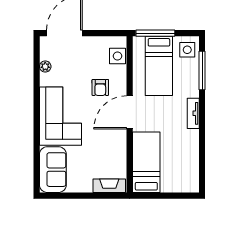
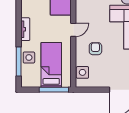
side table: (187, 50) -> (29, 57), moved
door: (130, 112) -> (73, 30), width x0.53

